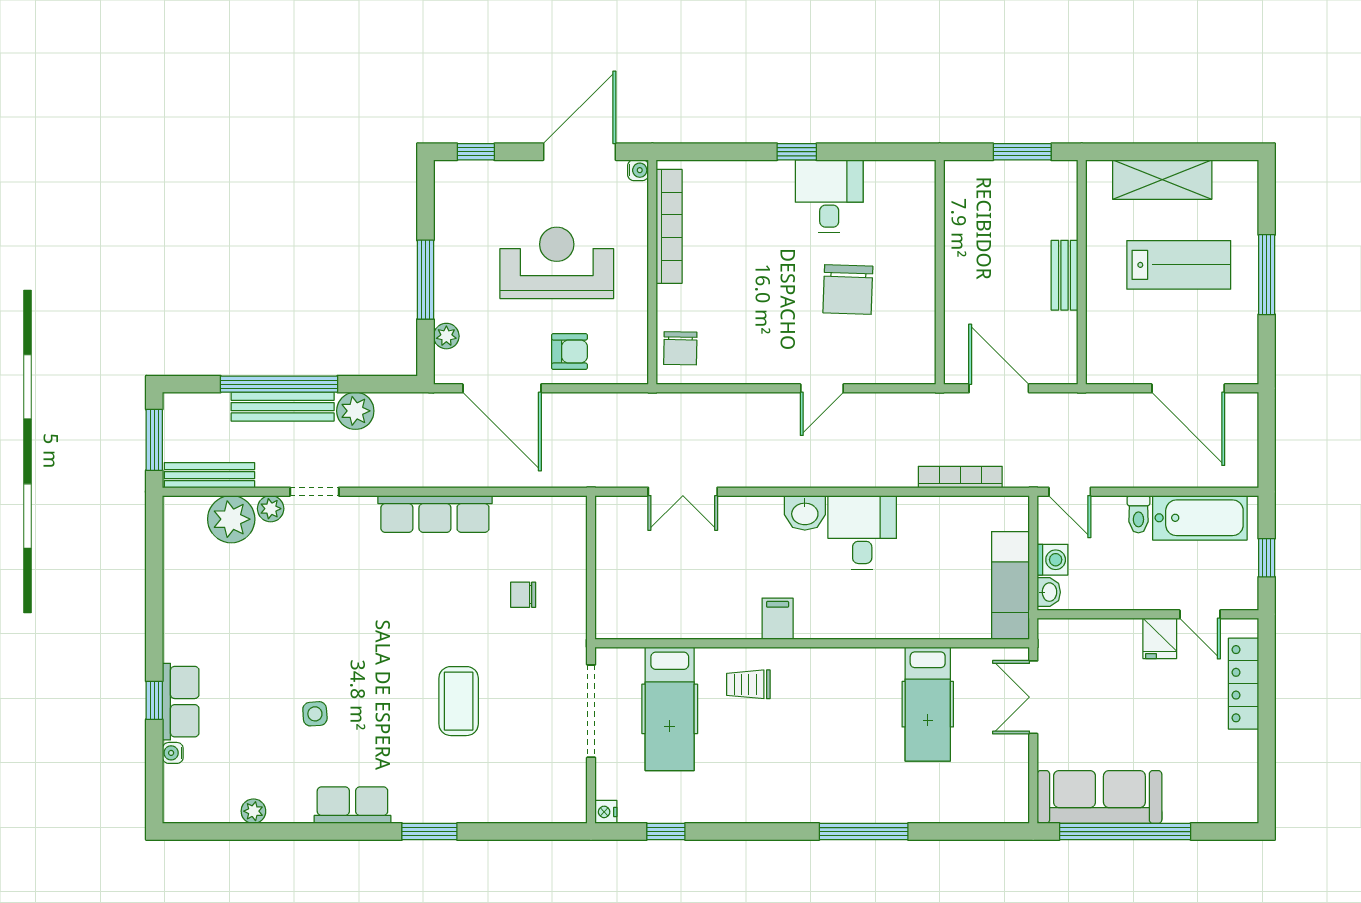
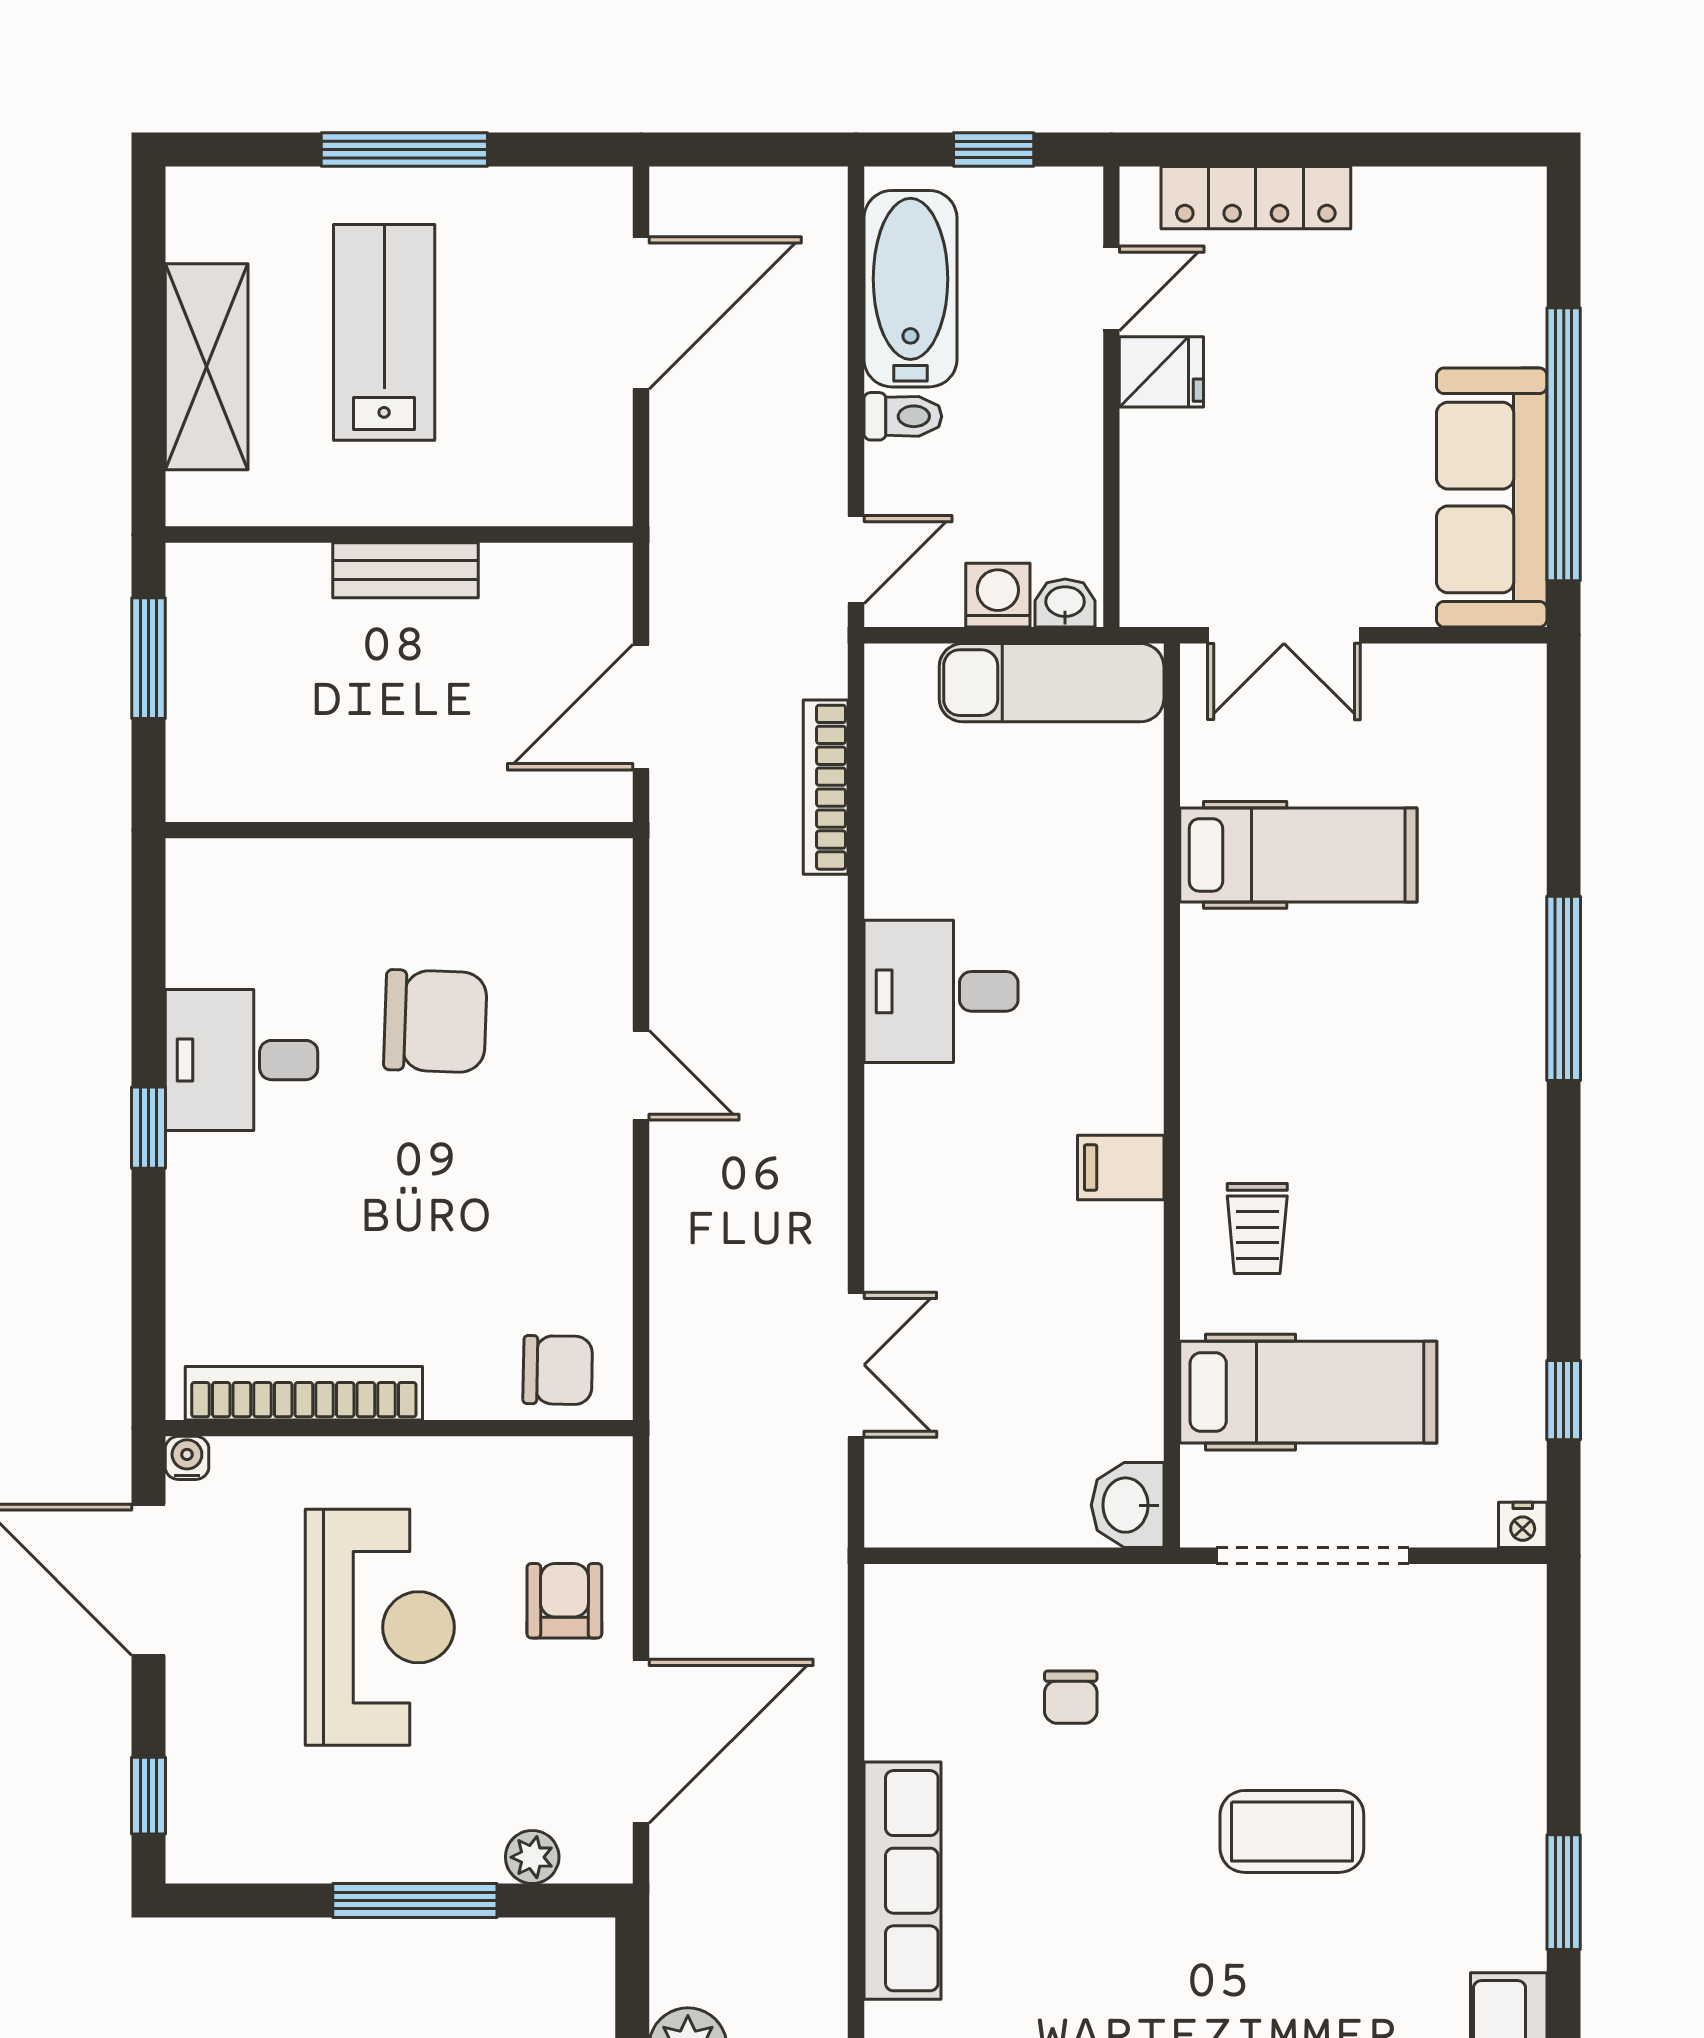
reception desk: (557, 263) -> (380, 1627), turned 180
washbasin: (805, 513) -> (1128, 1505), moved, turned 180

